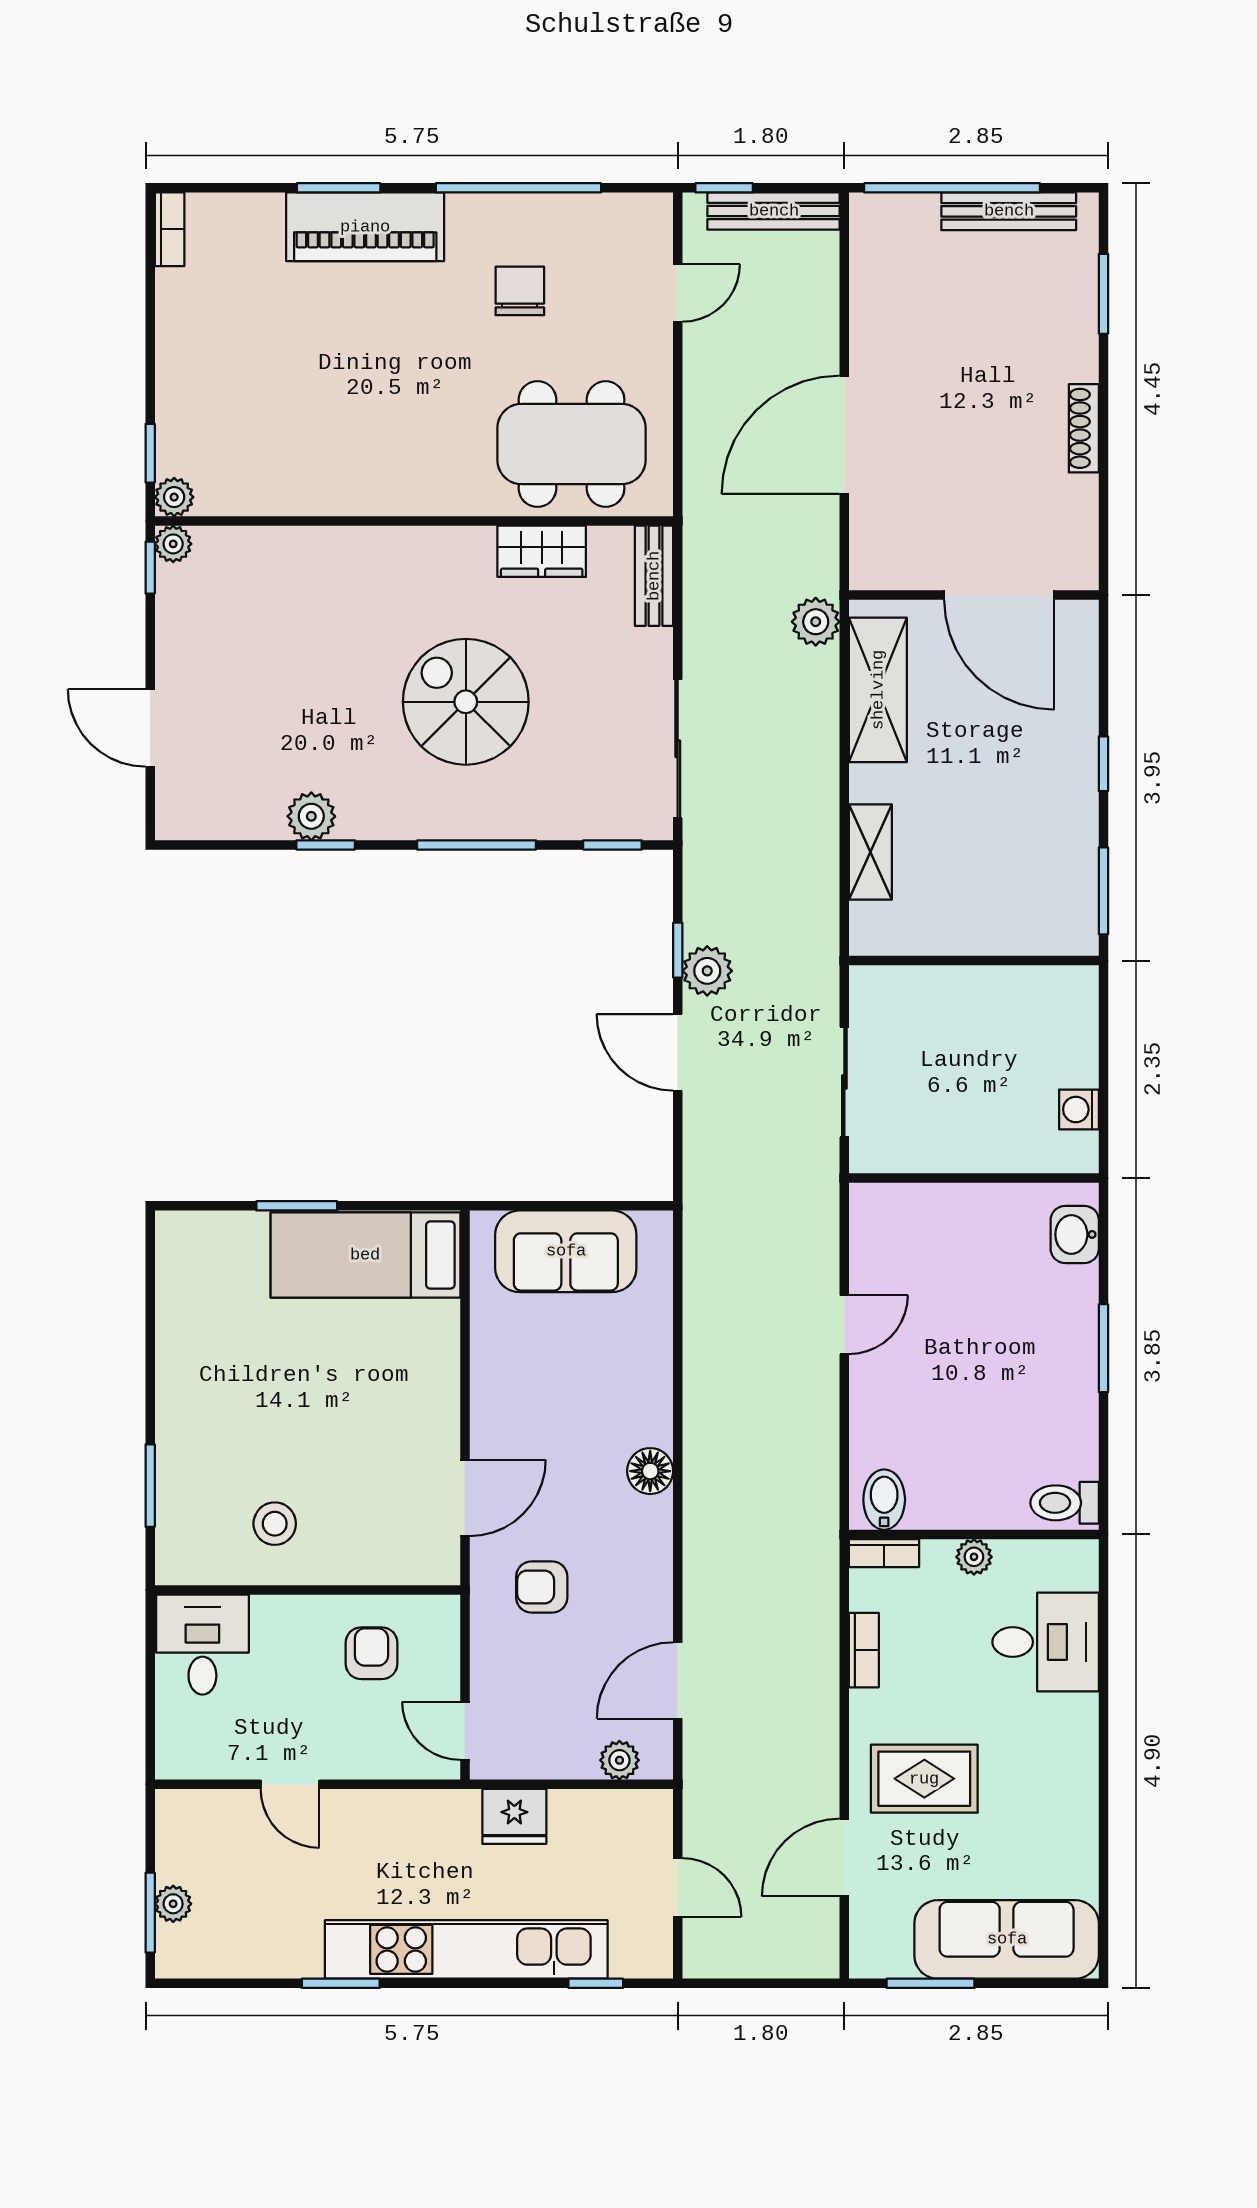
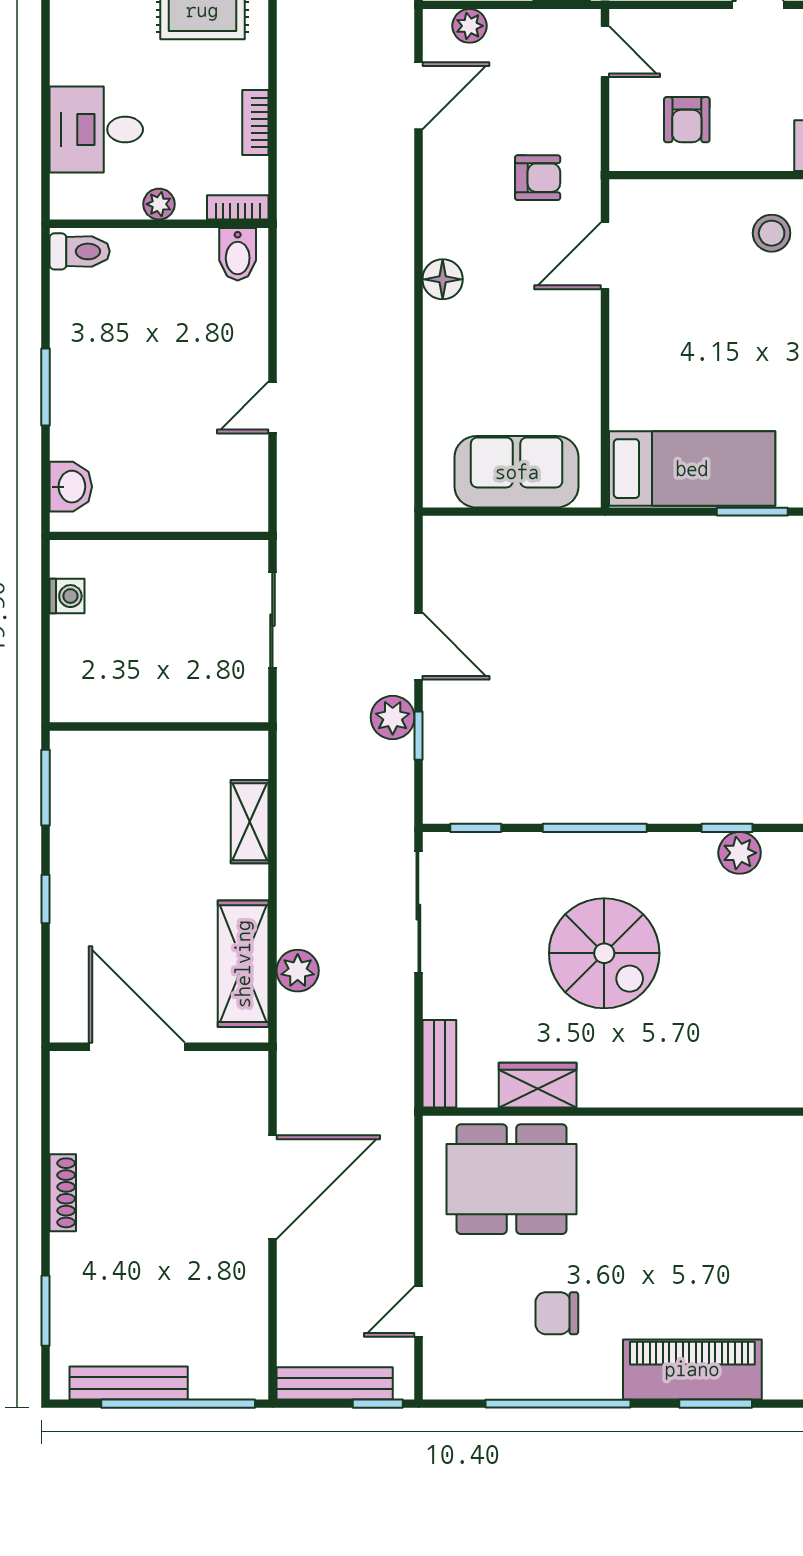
chair: (520, 291) -> (557, 1313), turned 90
plant: (816, 622) -> (298, 971), moved

